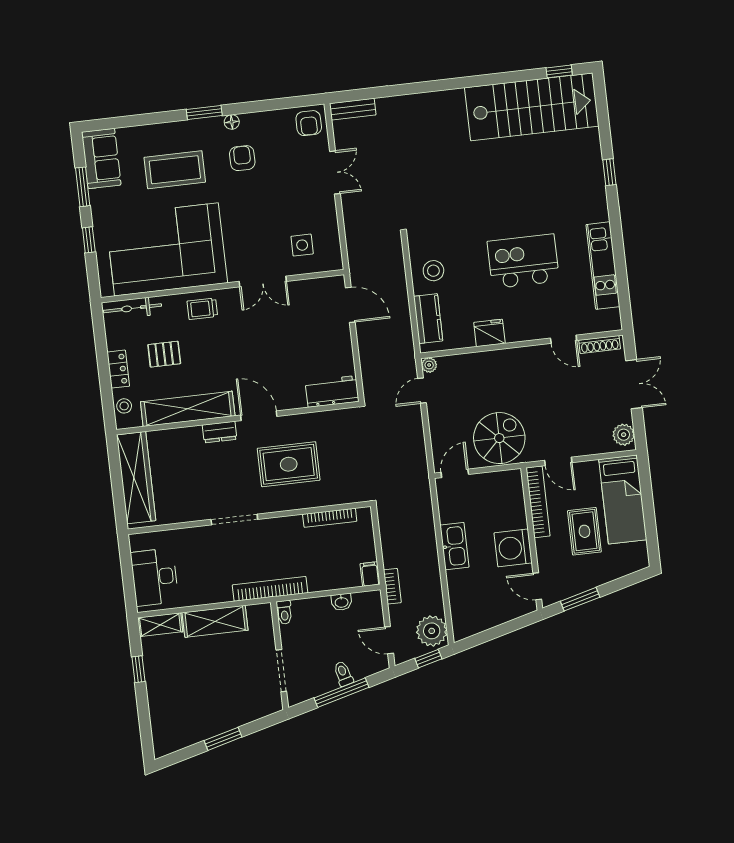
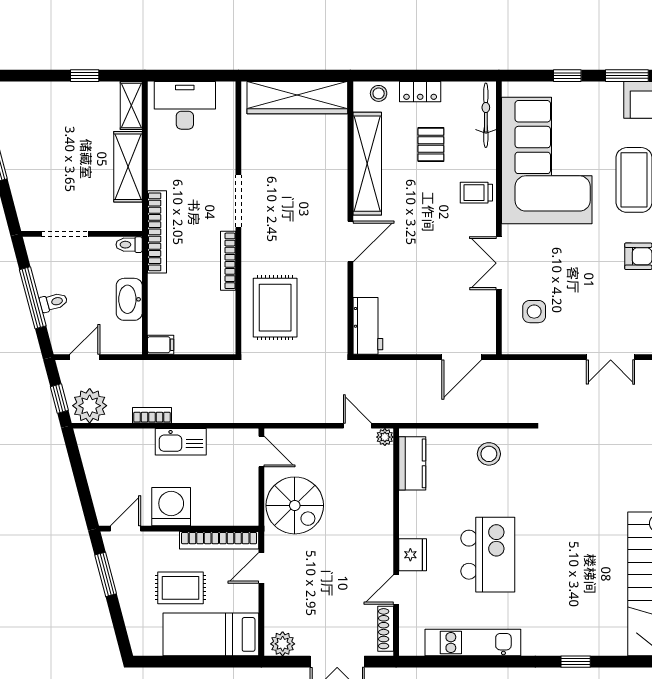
trolley: (202, 309) -> (476, 193), turned -90
kitchen counter: (428, 319) -> (412, 463), moved, turned -90
fridge: (489, 333) -> (413, 555), moved
dresser: (220, 432) -> (337, 196), removed
rug: (289, 464) -> (275, 308), moved
bookcase: (330, 518) -> (228, 261), moved
bookcase: (392, 586) -> (152, 415), moved, turned 180
washbasin: (341, 602) -> (129, 299), width x1.91, depth x1.45

